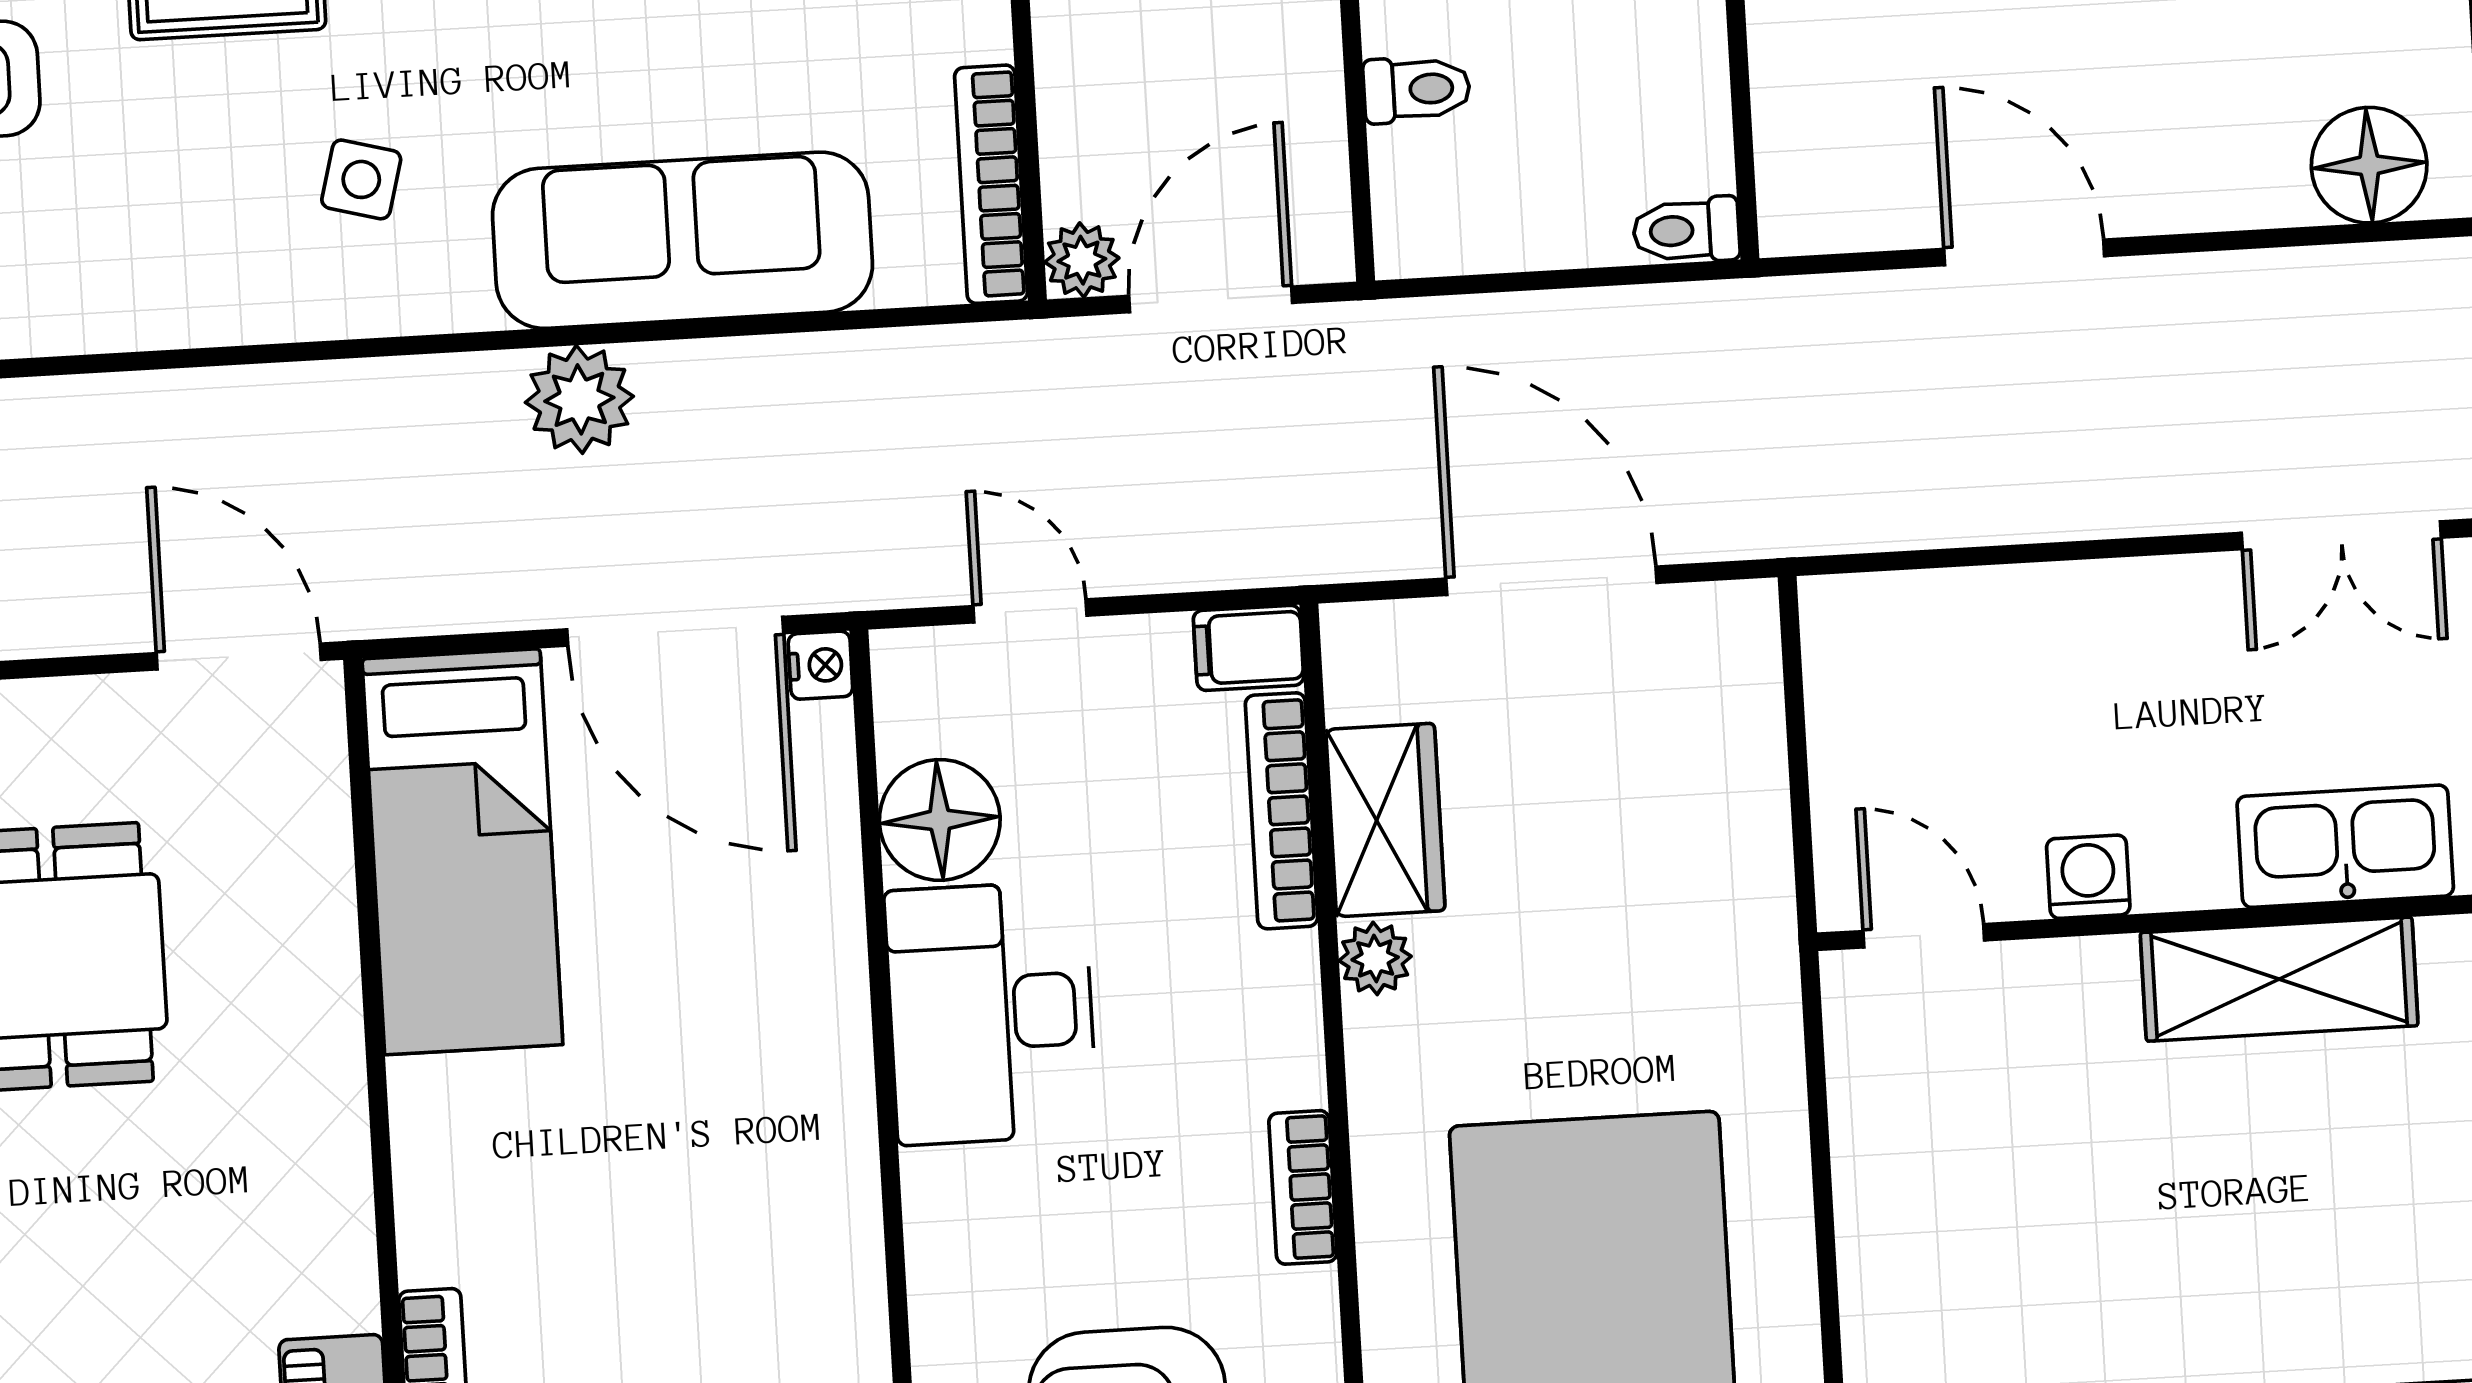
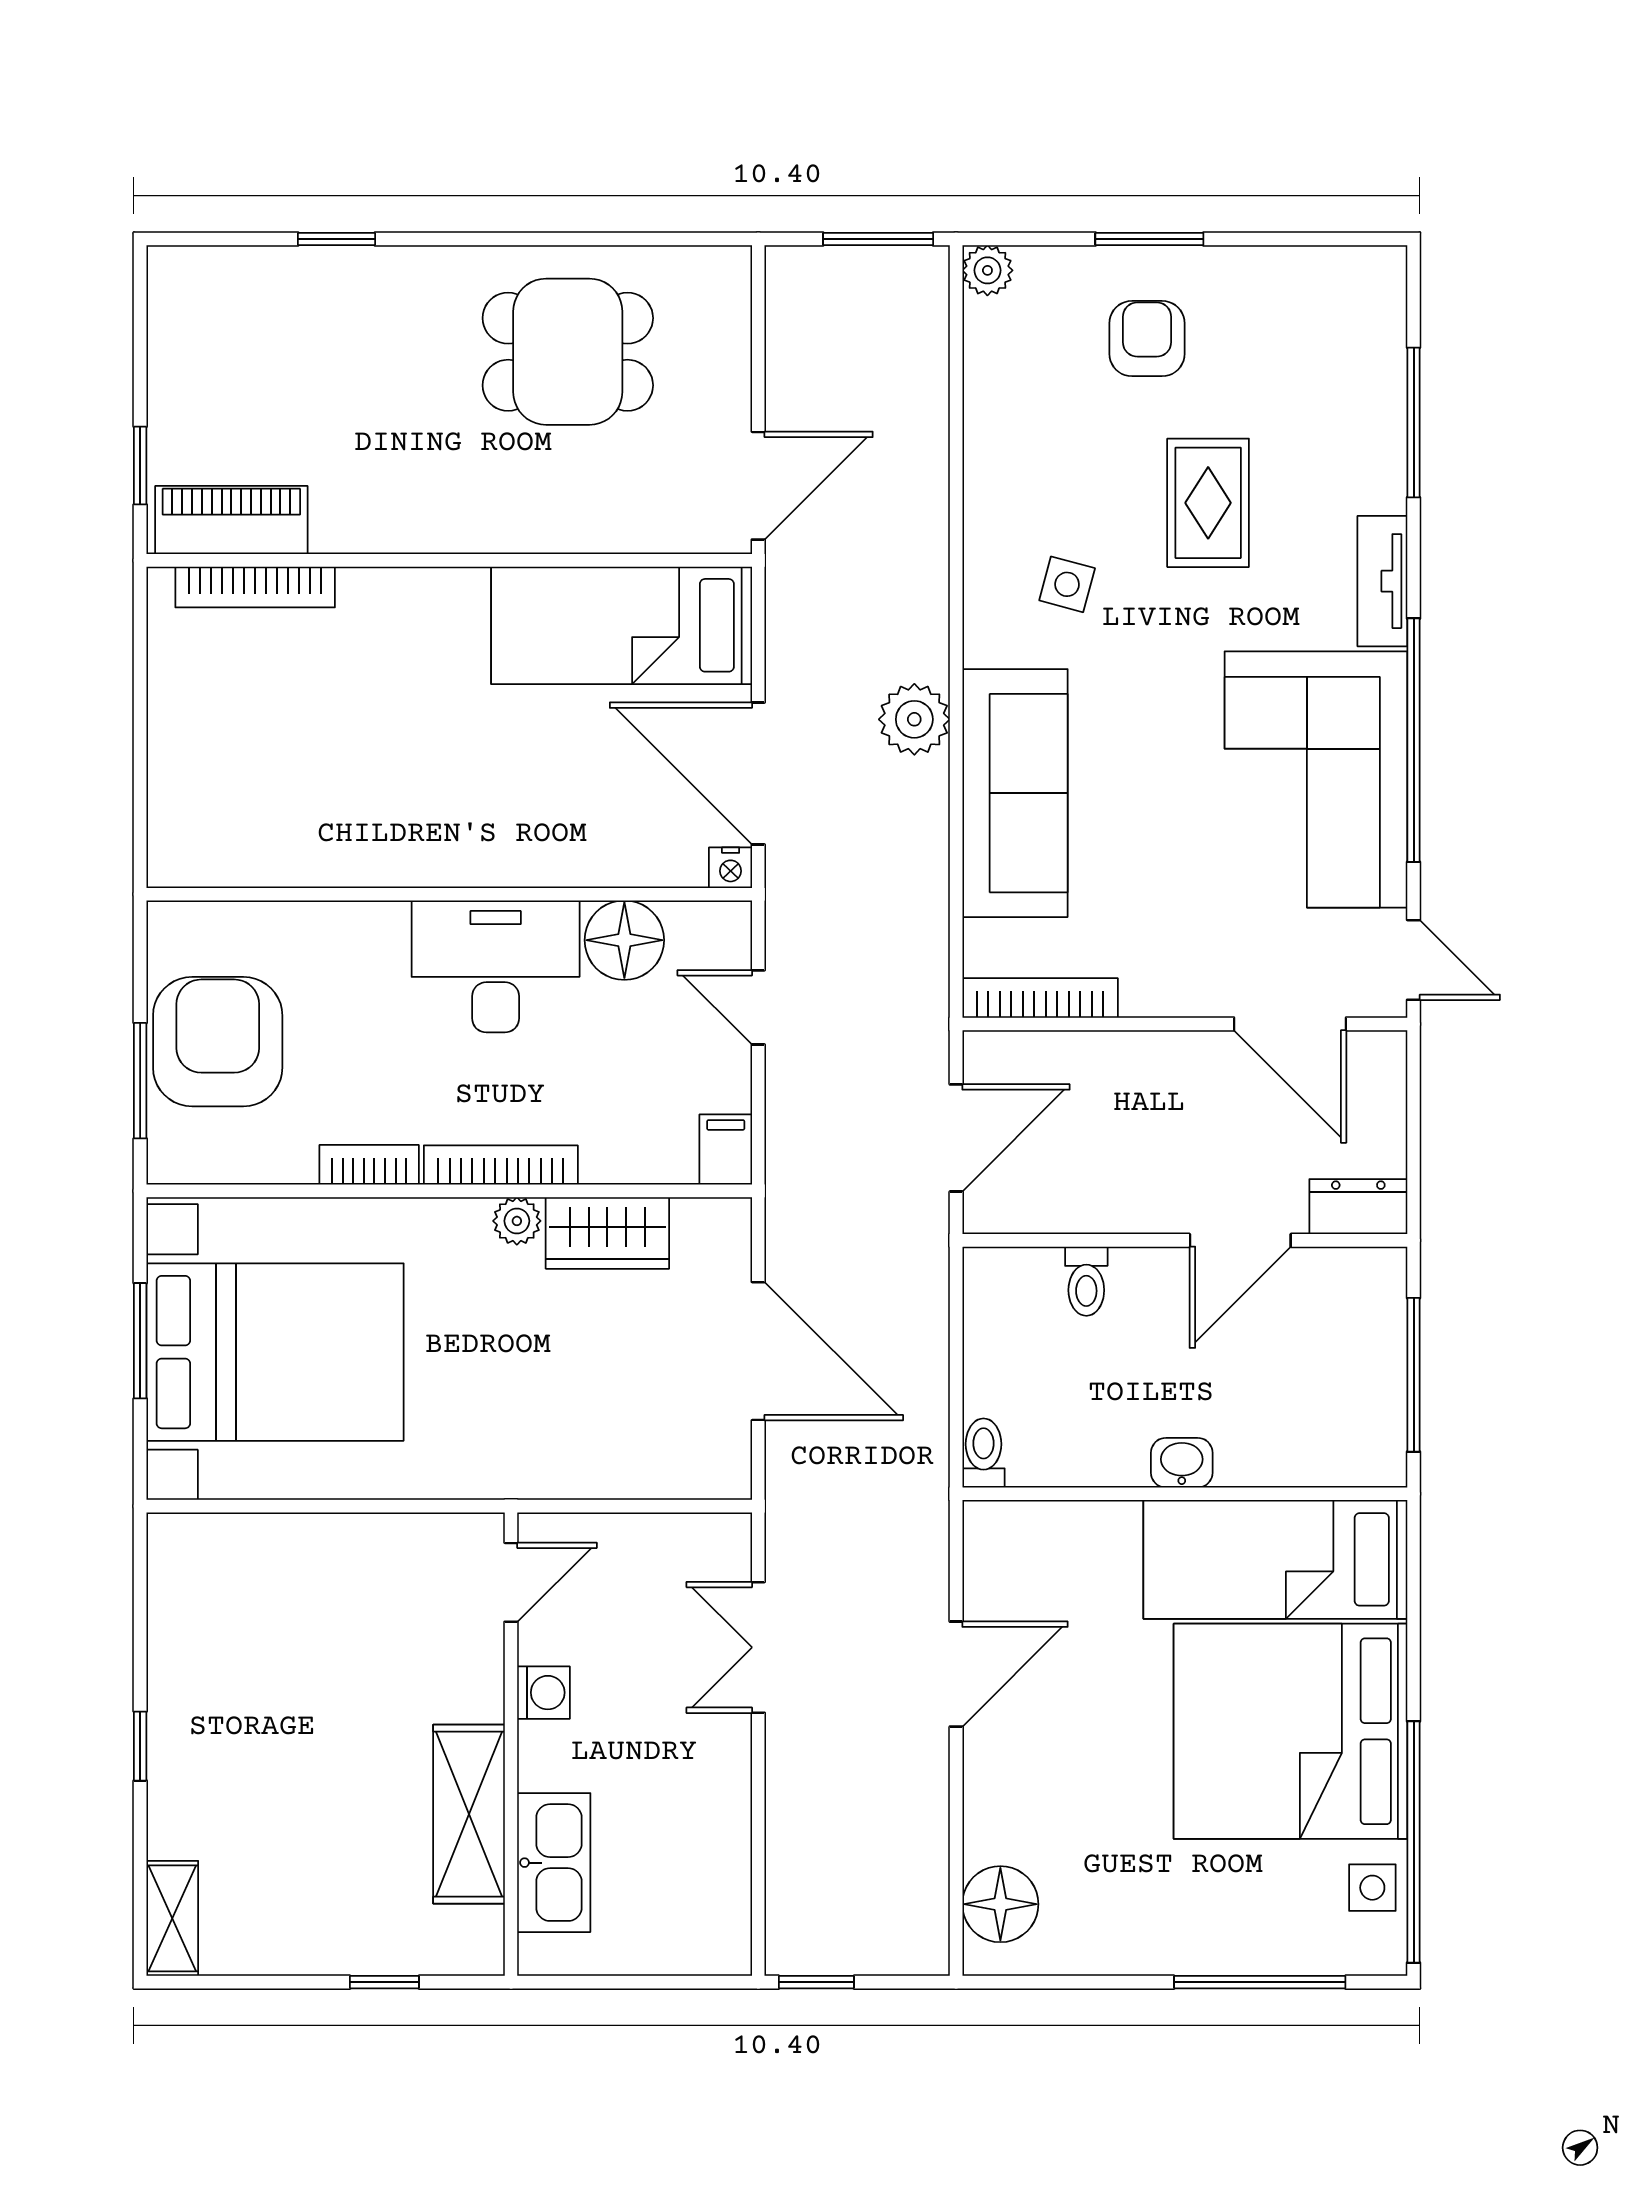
plant: (1082, 260) -> (987, 1055), removed
door: (1211, 299) -> (956, 1138), hinge flipped
double door: (2341, 535) -> (758, 1647), moved
door: (1551, 581) -> (758, 1351), hinge flipped
door: (1030, 611) -> (758, 1007), swing flipped
door: (675, 631) -> (758, 774), hinge flipped
bookcase: (1281, 811) -> (501, 1165), moved

